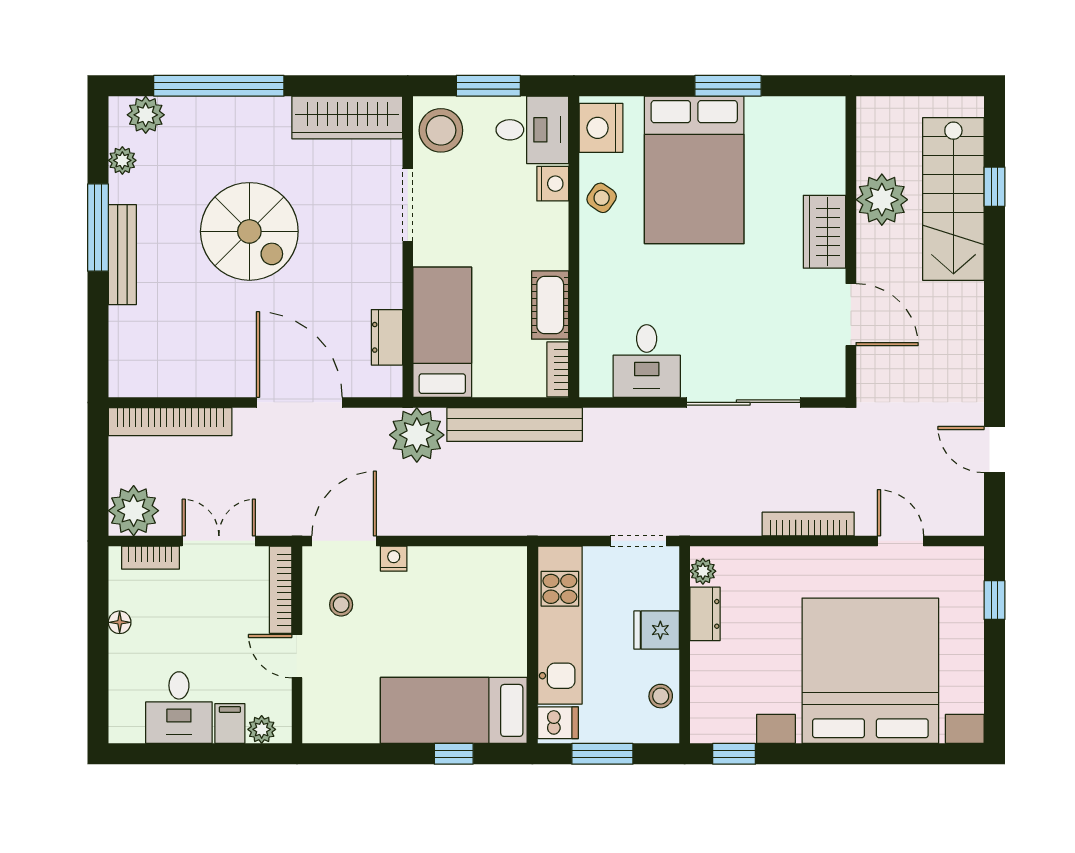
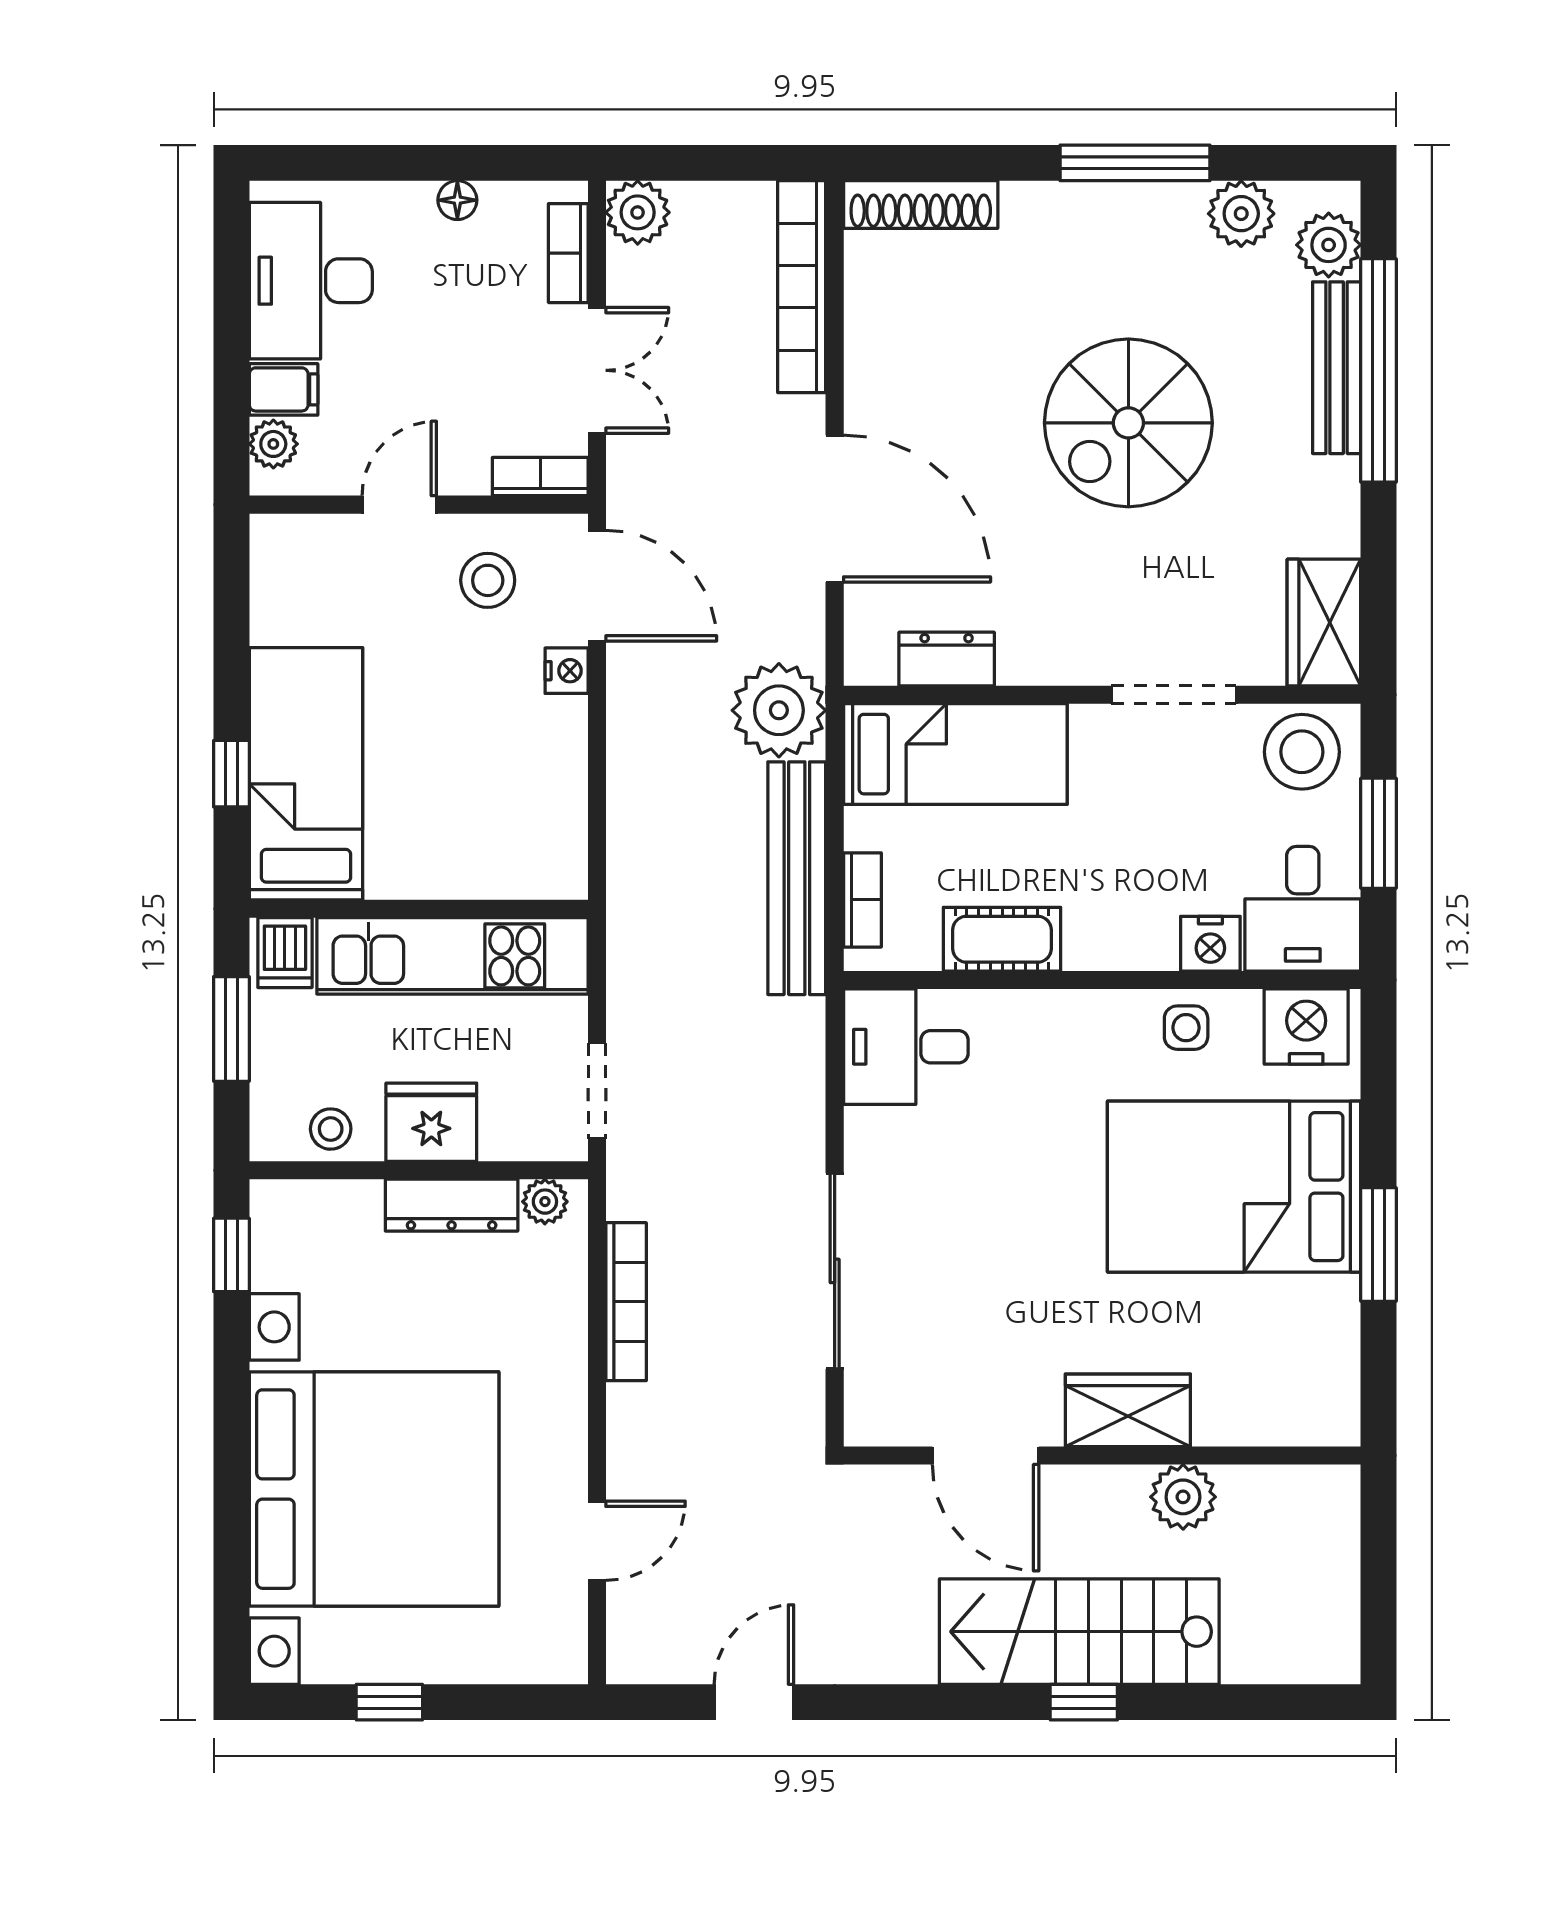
wardrobe: (347, 118) -> (1324, 623), width x0.67
plant: (122, 160) -> (1241, 214), width x1.38, depth x1.38
window: (995, 187) -> (1084, 1702), moved
side table: (602, 198) -> (1186, 1028), turned -35
stairs: (953, 199) -> (1079, 1632), moved
plant: (882, 200) -> (1183, 1497), width x0.73, depth x0.73
bench: (122, 255) -> (1337, 368), moved, turned 90
door: (851, 315) -> (986, 1456), hinge flipped
shoe rack: (122, 352) -> (921, 205), added
desk: (647, 361) -> (906, 1047), moved
bookcase: (558, 369) -> (862, 900), moved, turned 90
door: (299, 402) -> (835, 509), hinge flipped
plant: (134, 511) -> (638, 212), width x0.73, depth x0.73
bookcase: (808, 524) -> (626, 1302), moved
bookcase: (281, 590) -> (540, 477), width x0.64
window: (995, 600) -> (389, 1702), moved
stool: (341, 605) -> (488, 580), width x1.37, depth x1.37
dresser: (705, 614) -> (452, 1205), width x1.44
fridge: (657, 630) -> (431, 1122), width x1.38
desk: (179, 708) -> (311, 281), width x1.37

